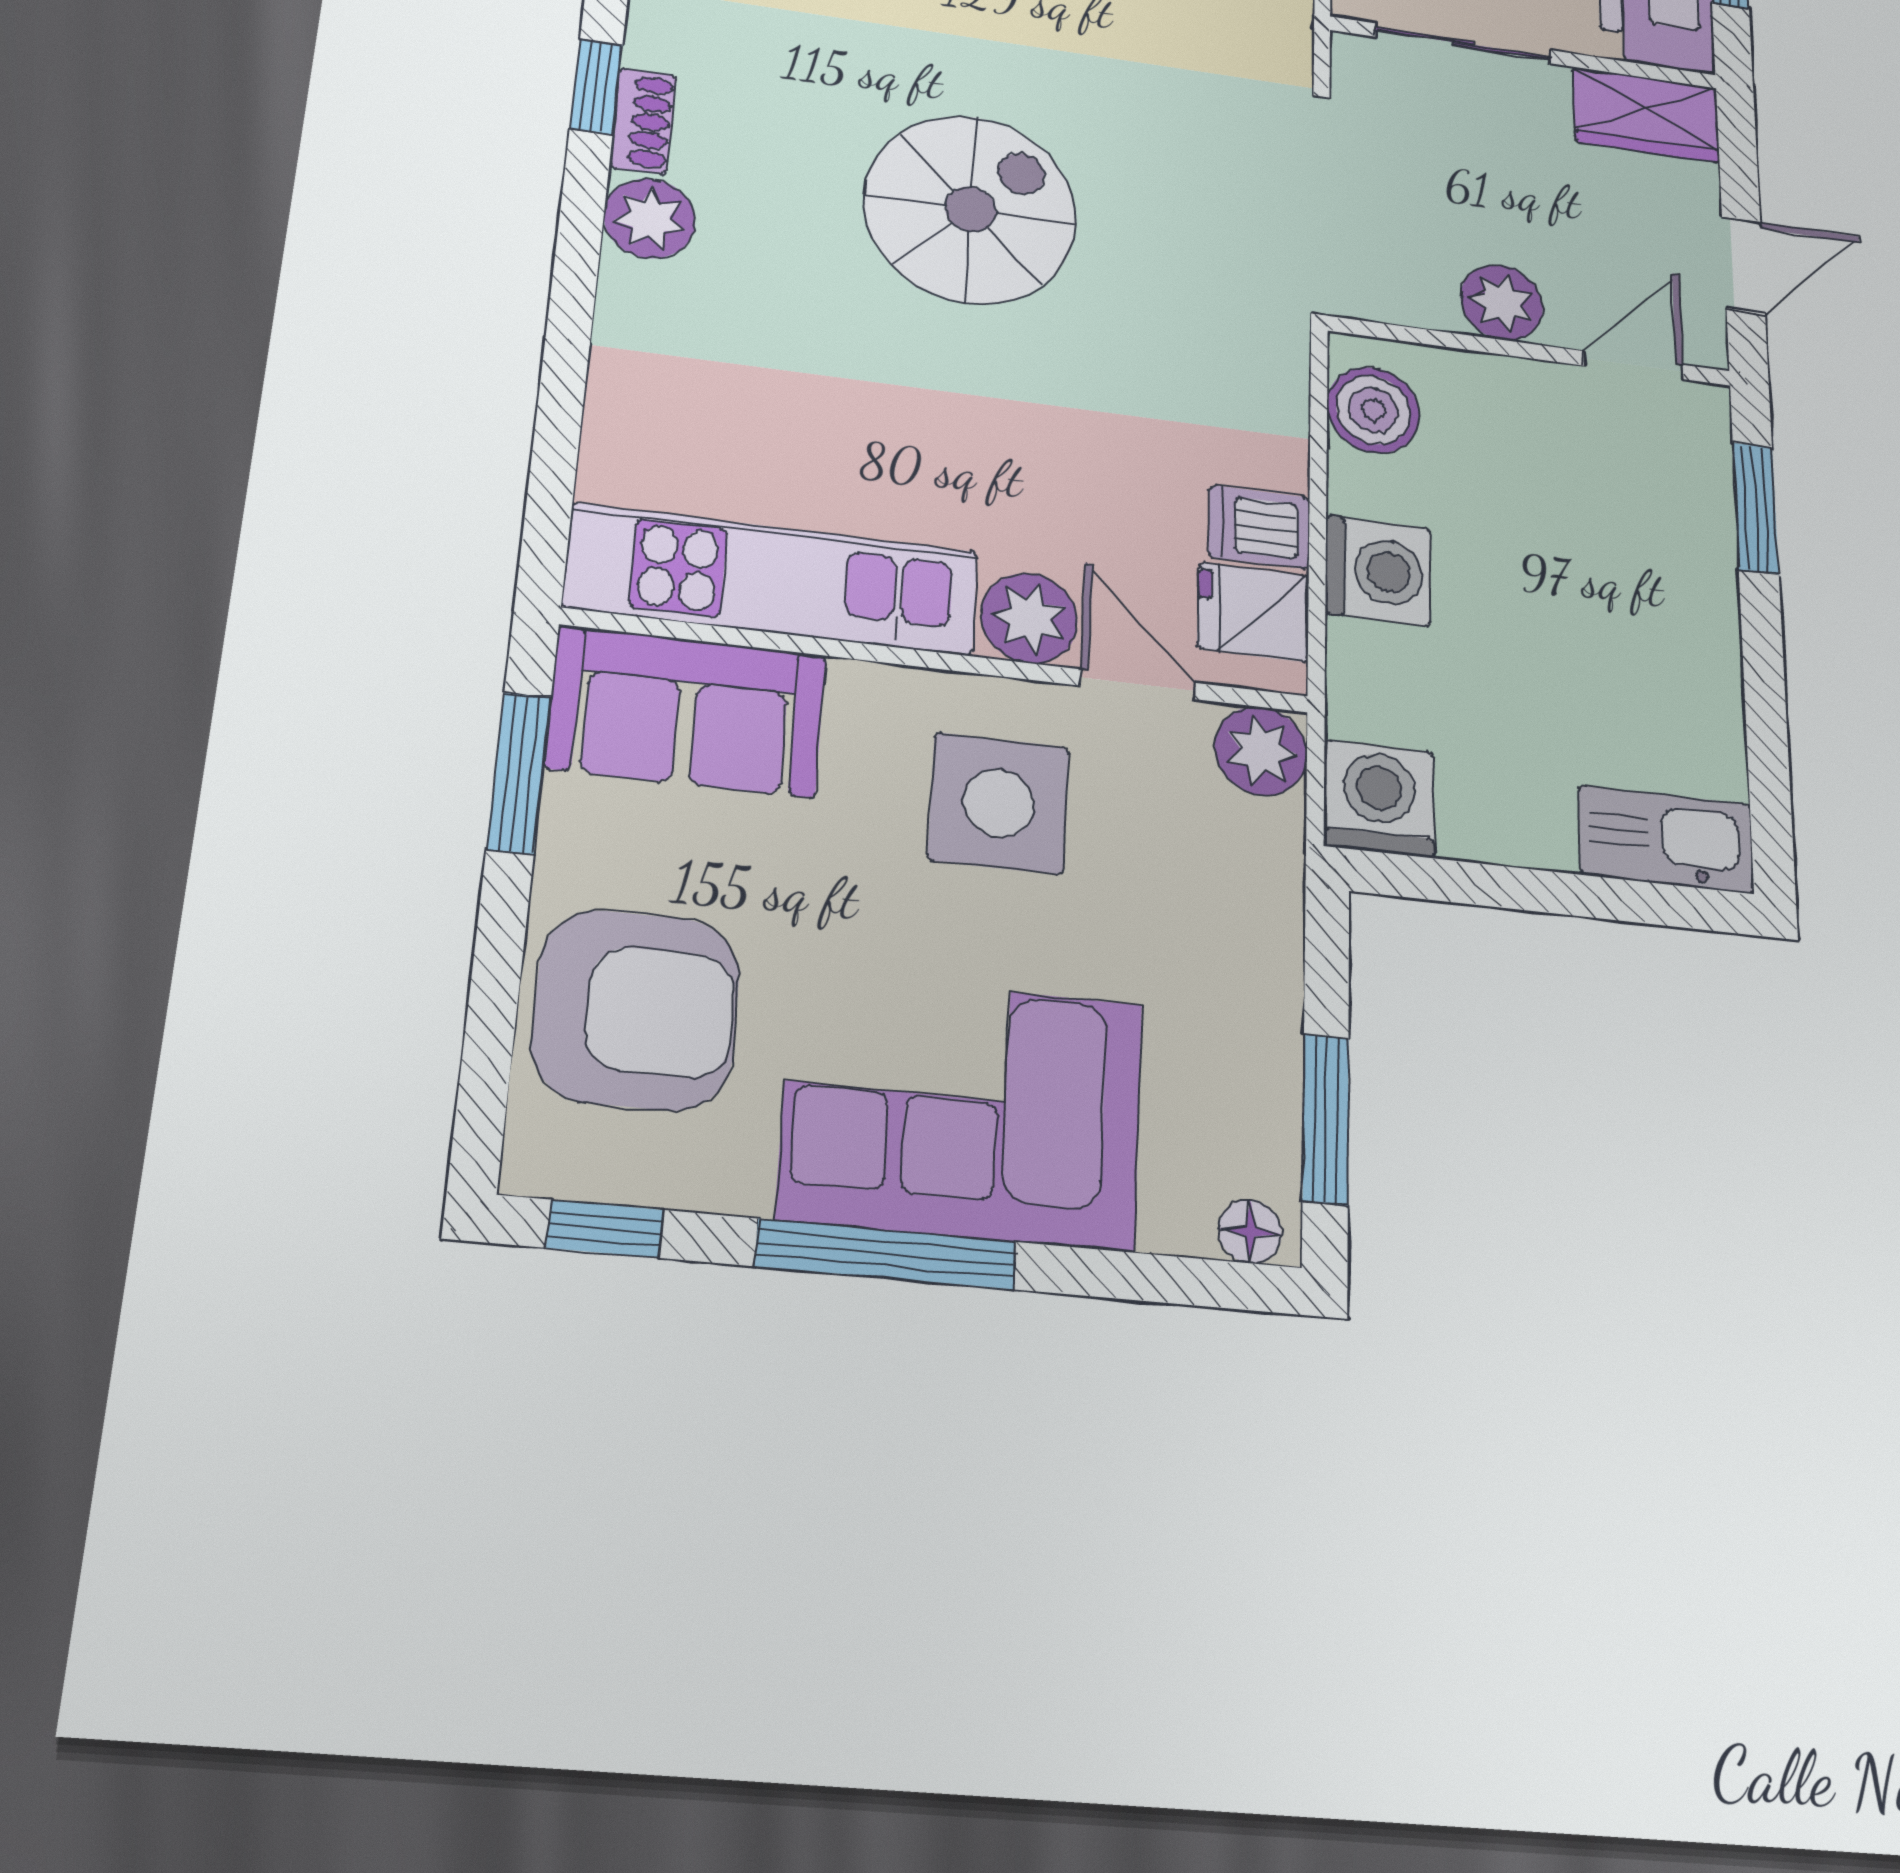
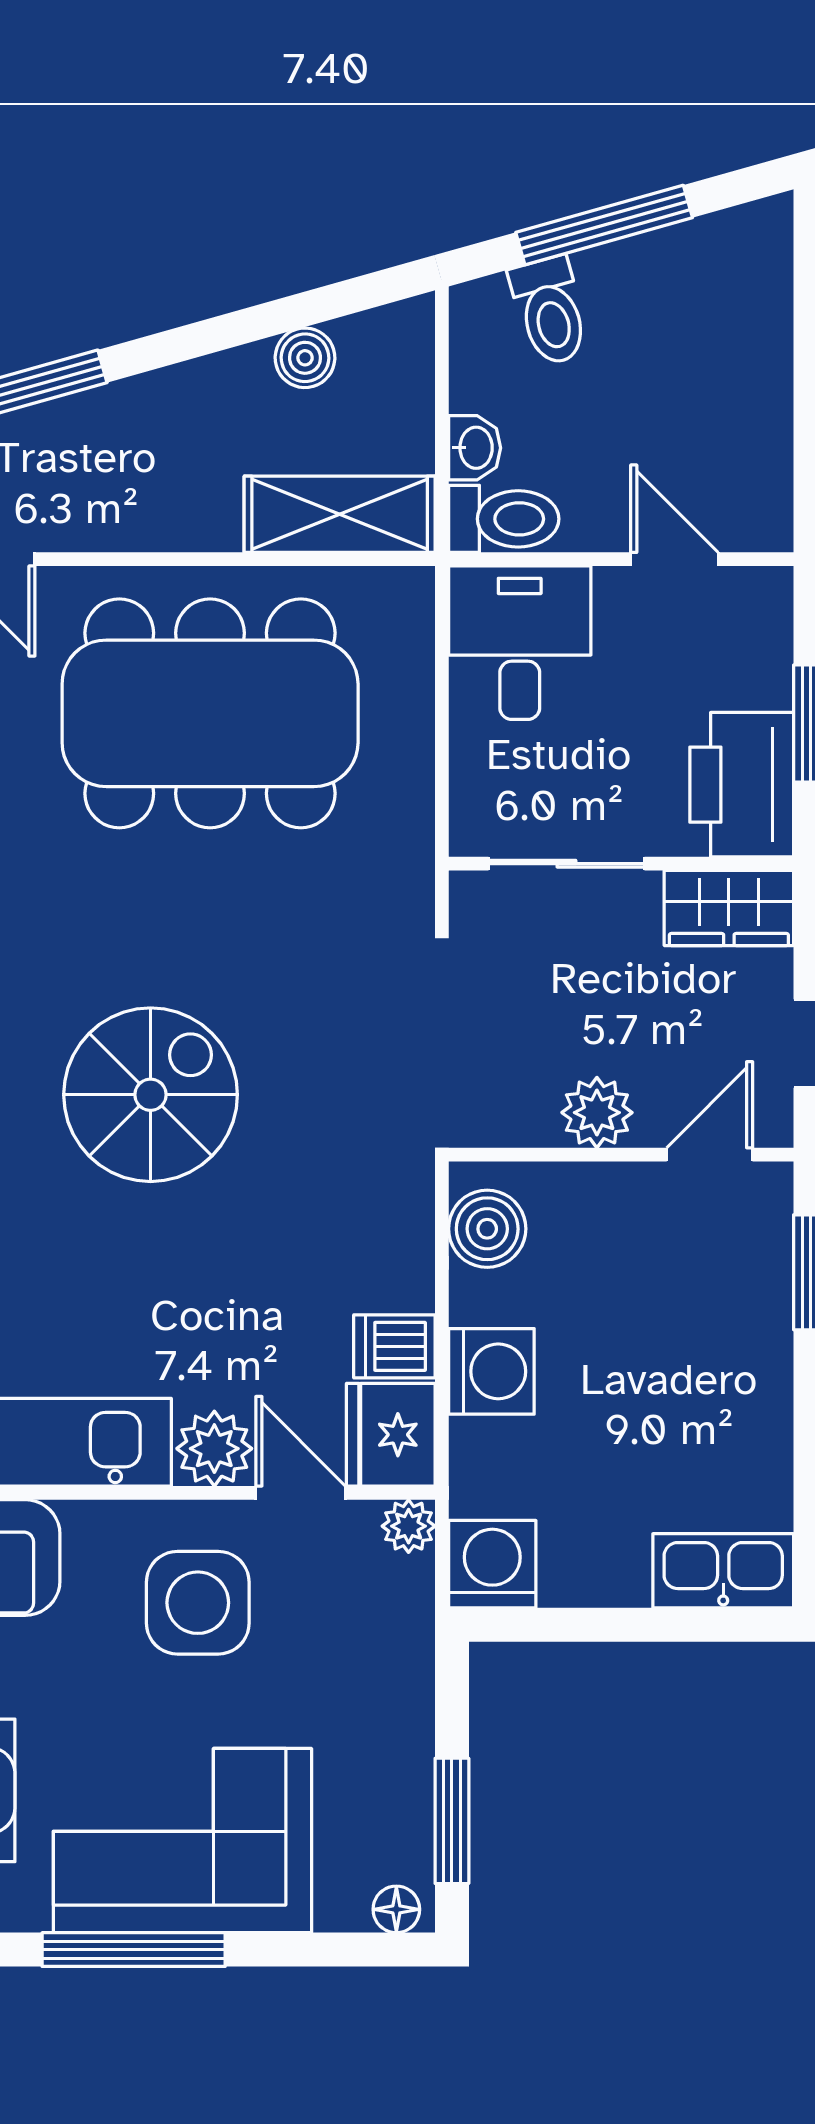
fridge: (1253, 612) -> (391, 1435), width x1.38
plant: (1261, 751) -> (409, 1526), width x0.73, depth x0.73

